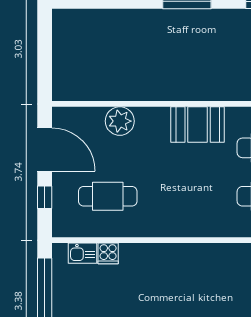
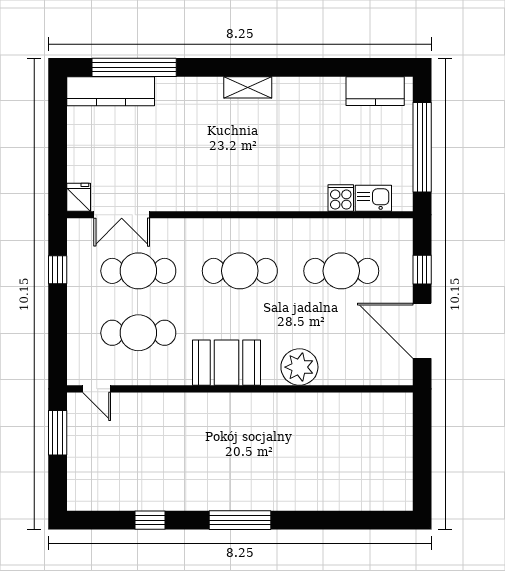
plant: (120, 121) -> (299, 367), moved
cafe table: (187, 196) -> (240, 271), added

